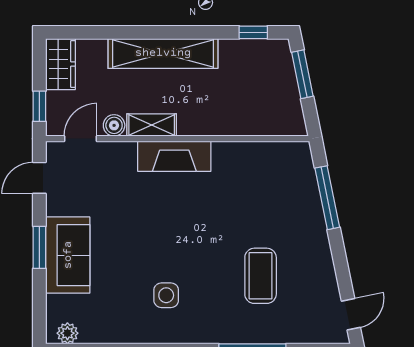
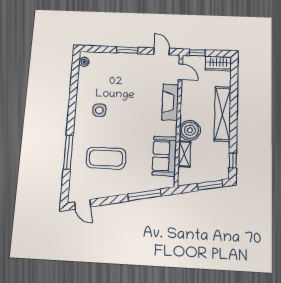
boiler: (114, 125) -> (190, 130), moved, width x1.86, depth x1.86
shelving: (152, 125) -> (184, 154), moved
fireplace: (174, 156) -> (170, 102), moved
sofa: (68, 255) -> (164, 156), moved, turned 90
coffee table: (261, 276) -> (106, 158), width x1.36, depth x1.32

